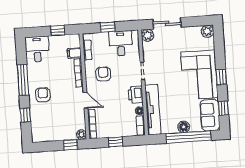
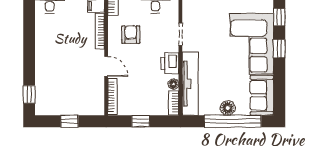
window: (23, 80) -> (29, 35), removed
armchair: (43, 95) -> (53, 56), removed
window: (223, 108) -> (279, 17), moved
window: (25, 115) -> (29, 94), moved
plant: (81, 135) -> (98, 109), removed
window: (71, 145) -> (69, 121), moved

